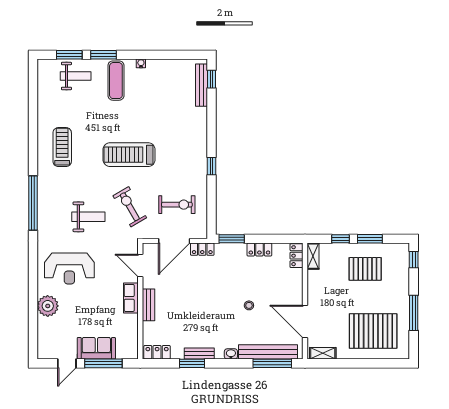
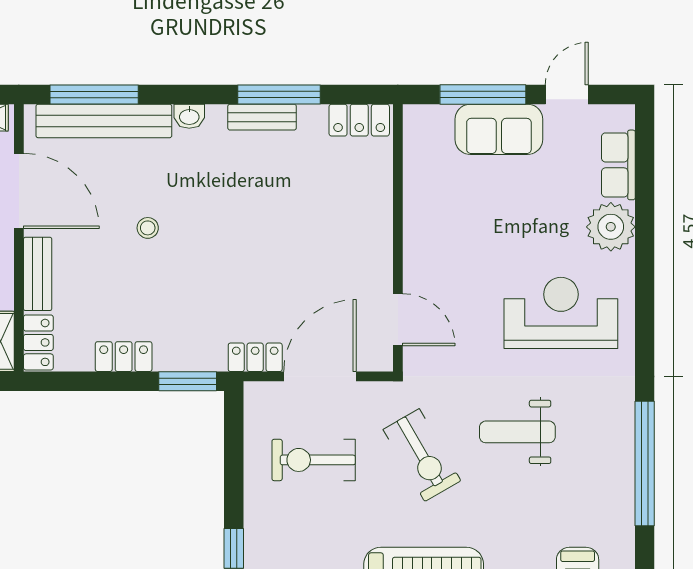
row of seats: (131, 298) -> (618, 165), moved, turned 180
bench: (148, 305) -> (38, 274), moved
window: (192, 363) -> (279, 95), width x1.44

